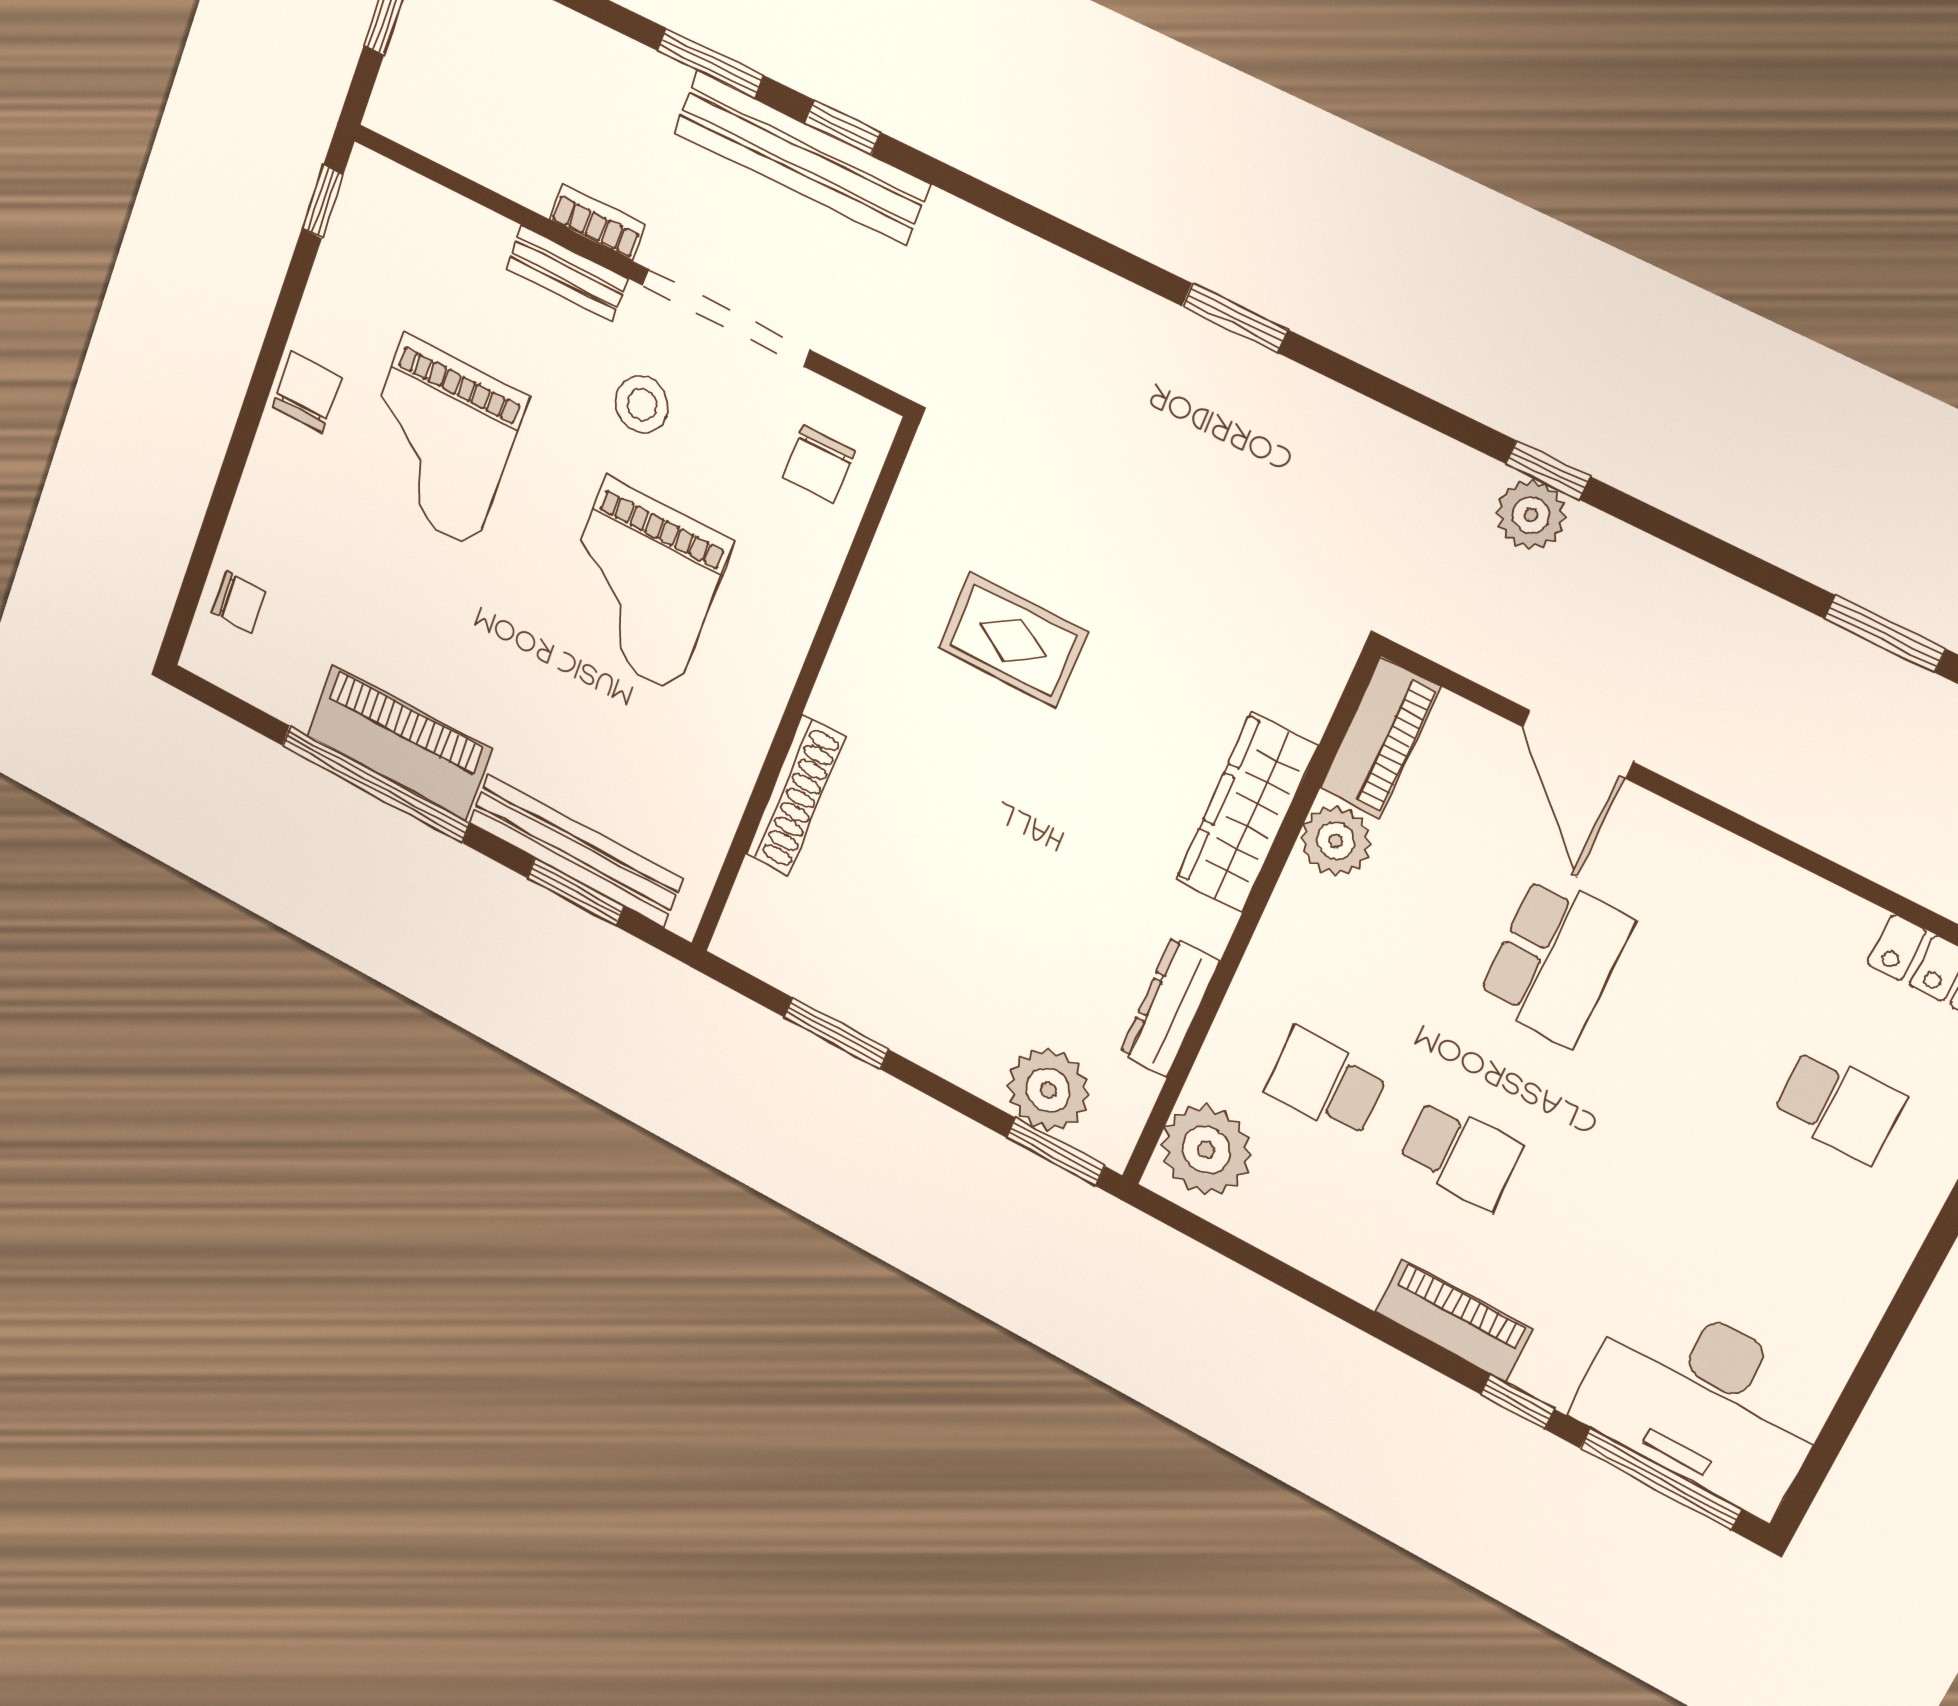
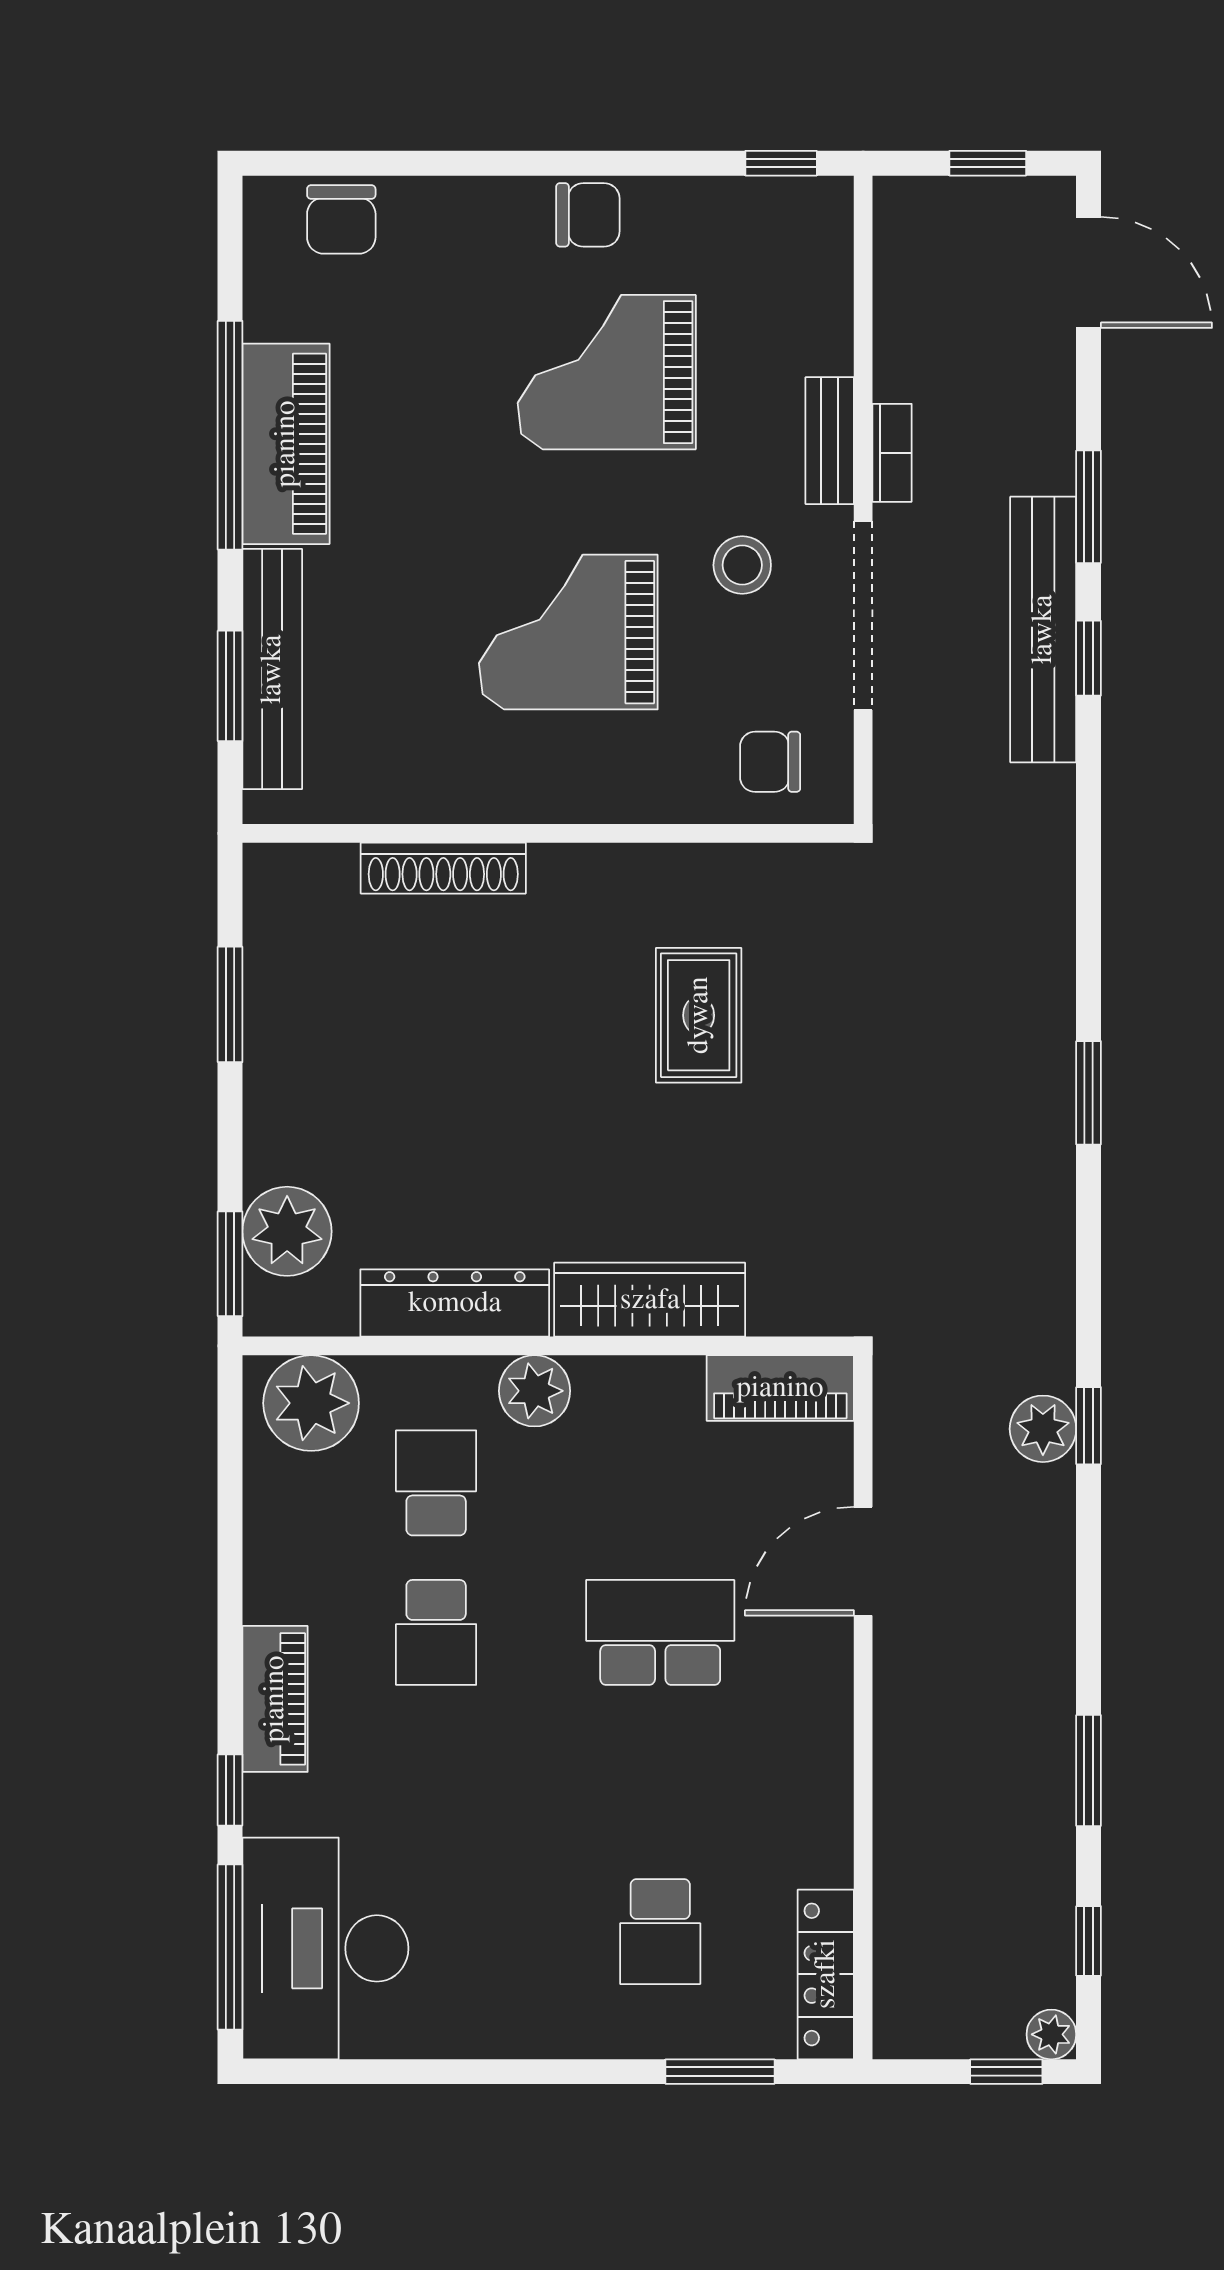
chair: (239, 602) -> (341, 219), width x1.37, depth x1.37
plant: (1336, 841) -> (535, 1391), moved
school desk: (1556, 960) -> (660, 1632), turned 180
dresser: (1170, 1007) -> (455, 1303), width x1.37, depth x1.24

